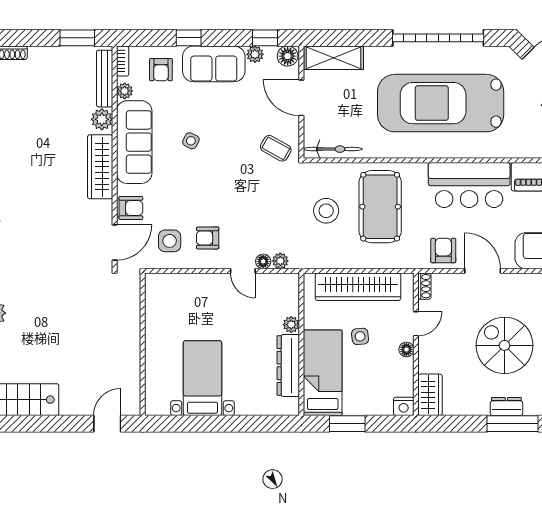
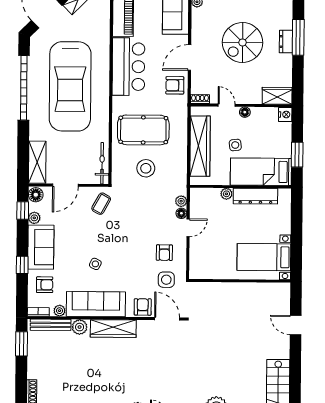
wall: (143, 344) -> (240, 281), moved

